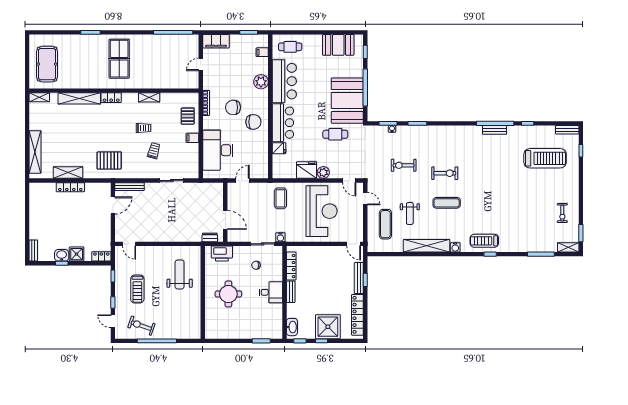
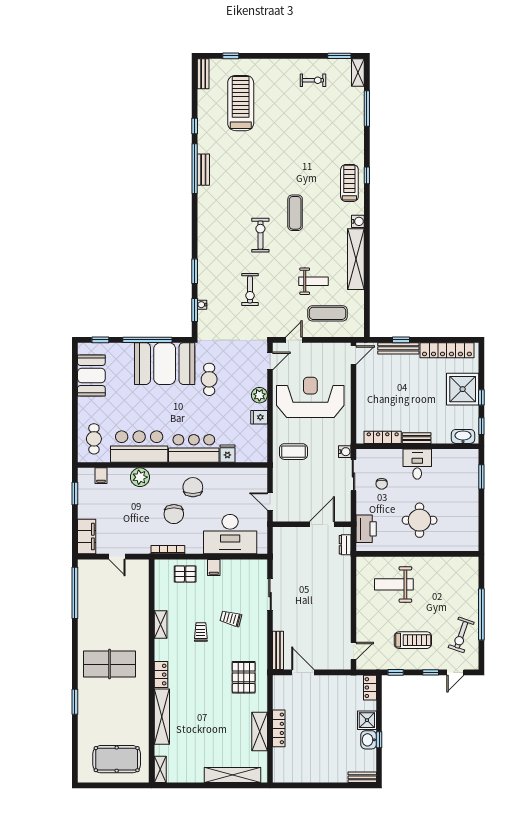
fridge: (306, 170) -> (259, 417), width x0.53, depth x0.75
exercise mat: (447, 203) -> (295, 213), moved
treadmill: (484, 241) -> (349, 183), turned 180

